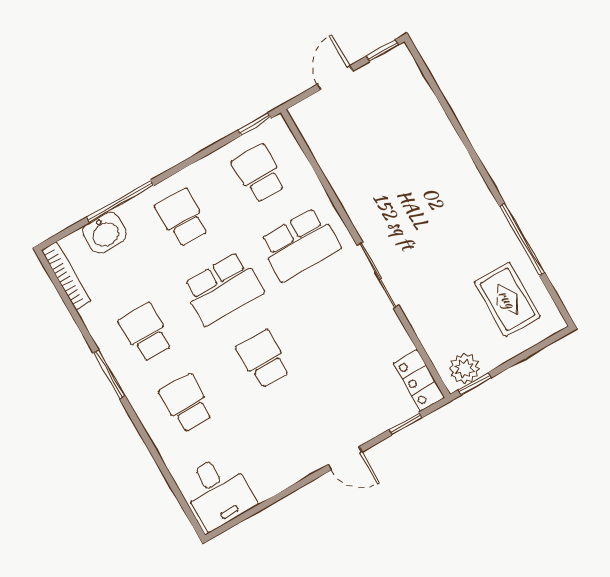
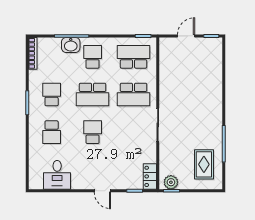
school desk: (259, 174) -> (134, 57), width x1.85
washbasin: (105, 233) -> (71, 45), moved
school desk: (186, 403) -> (52, 132), turned 180
desk: (218, 492) -> (57, 175), moved

